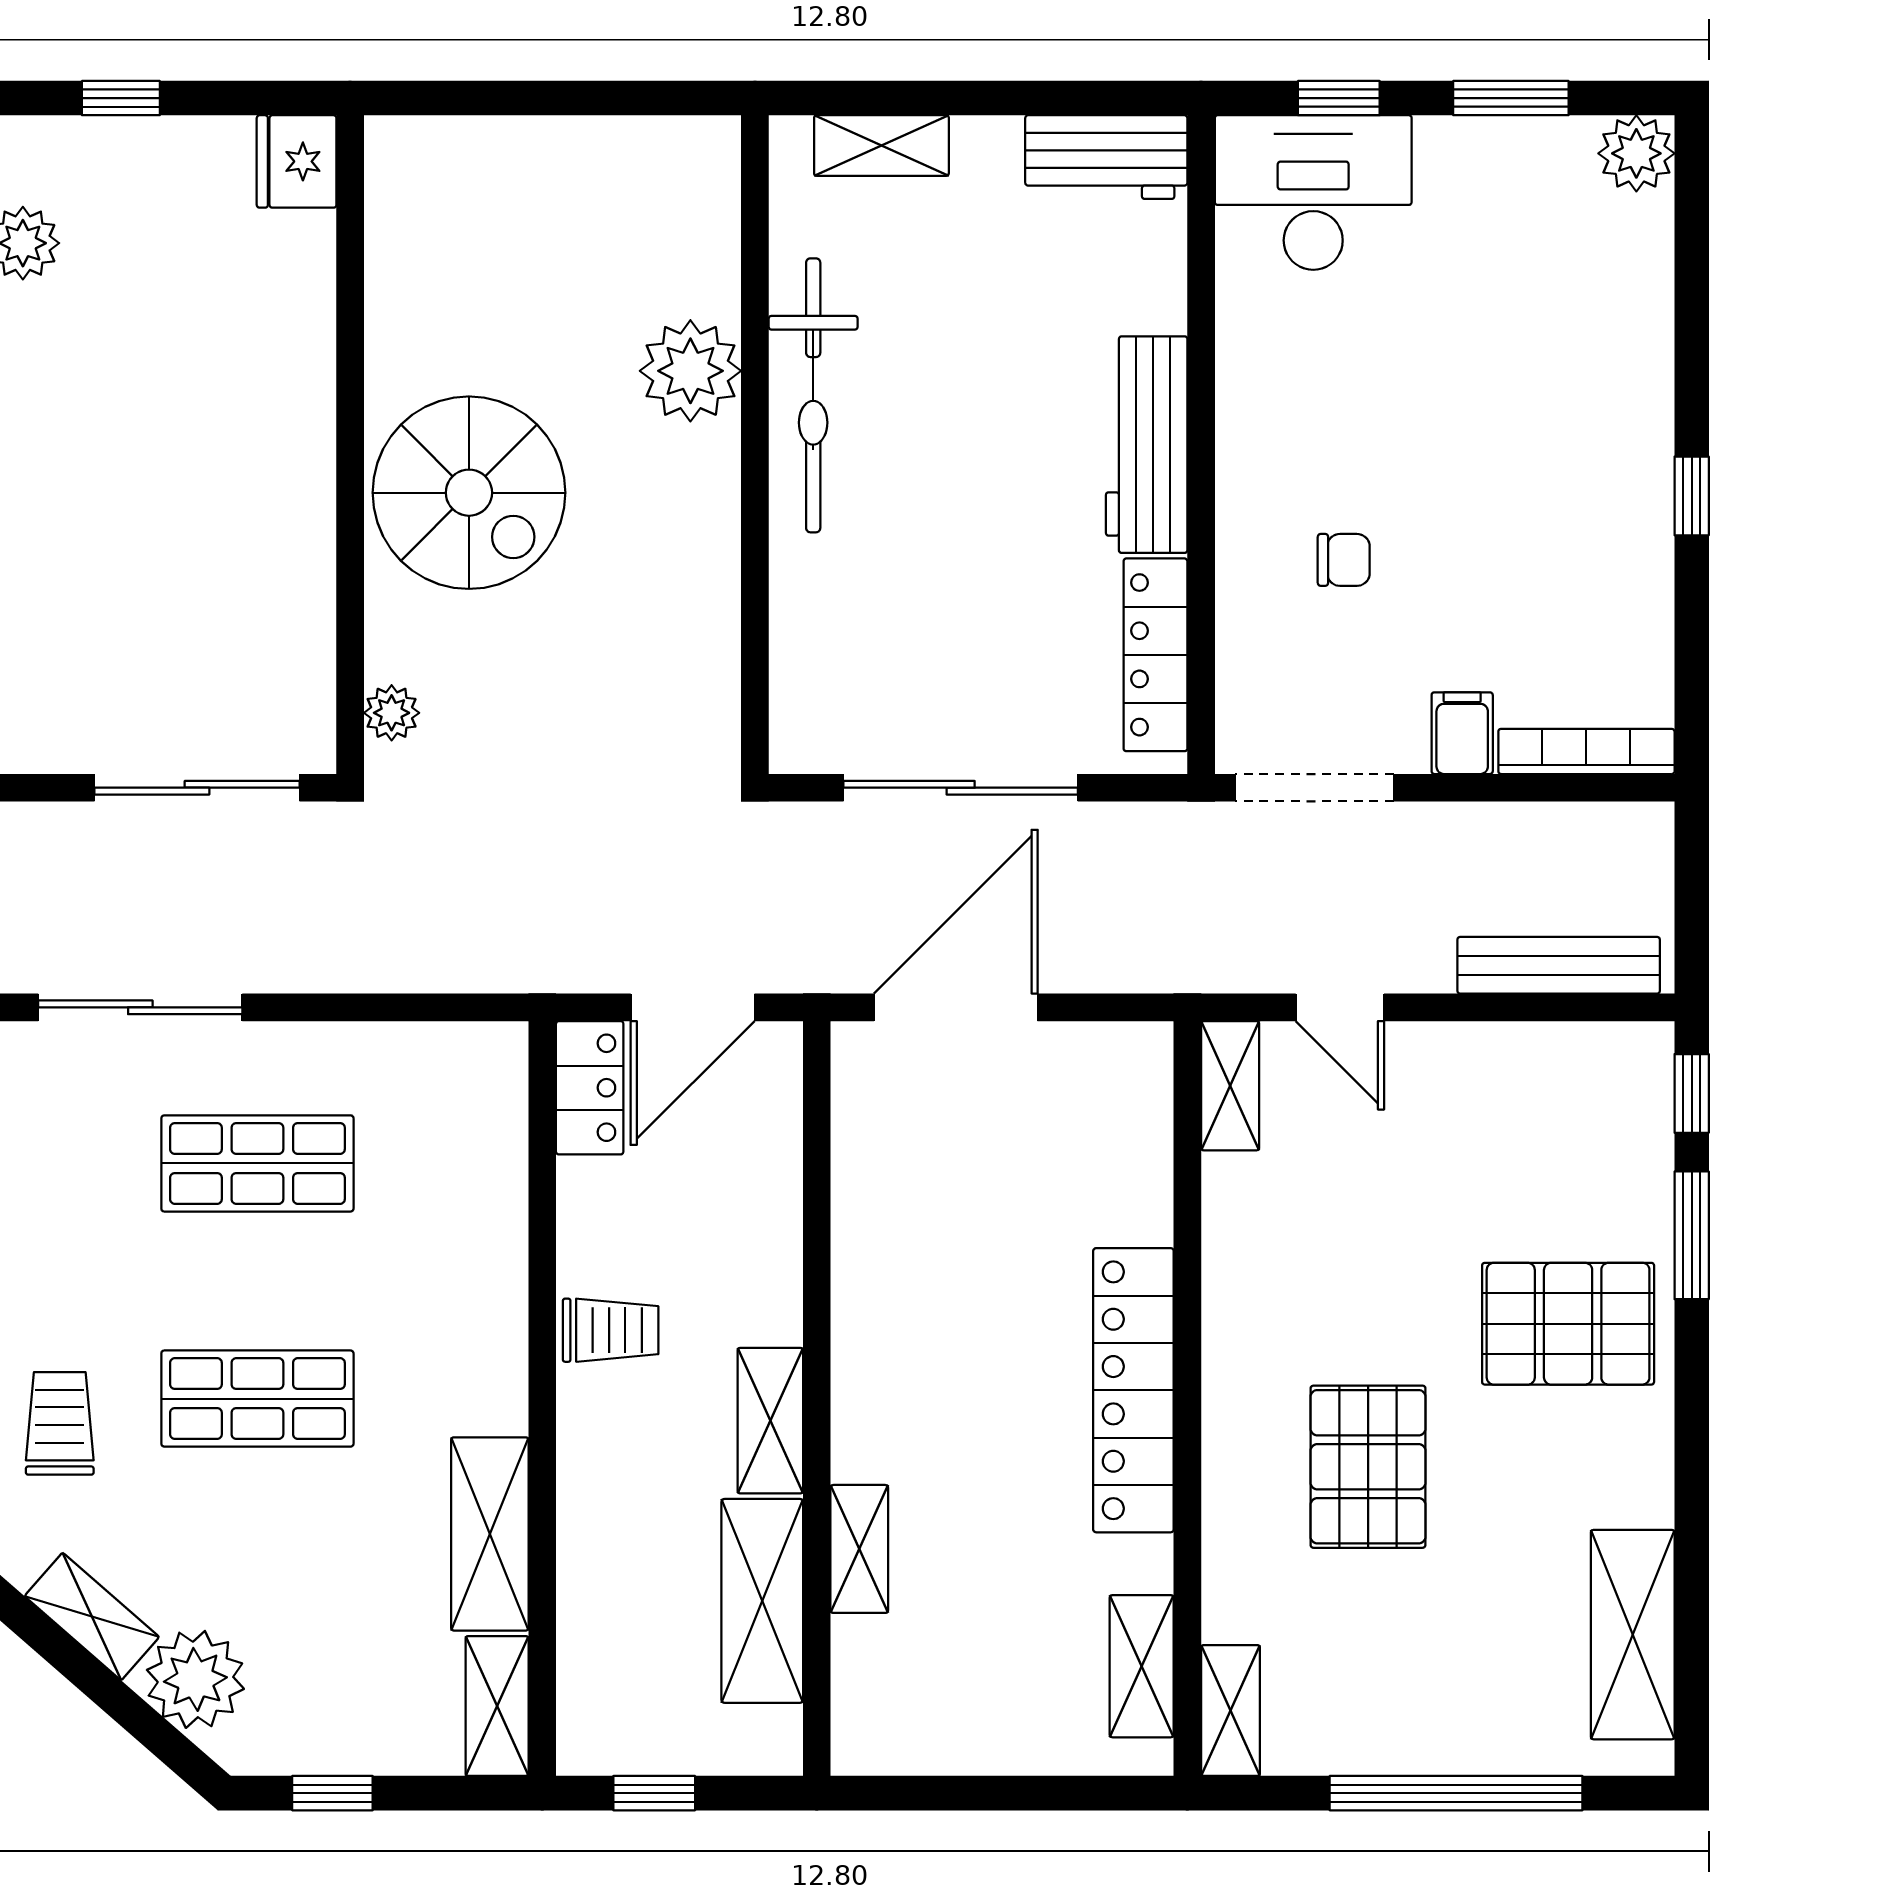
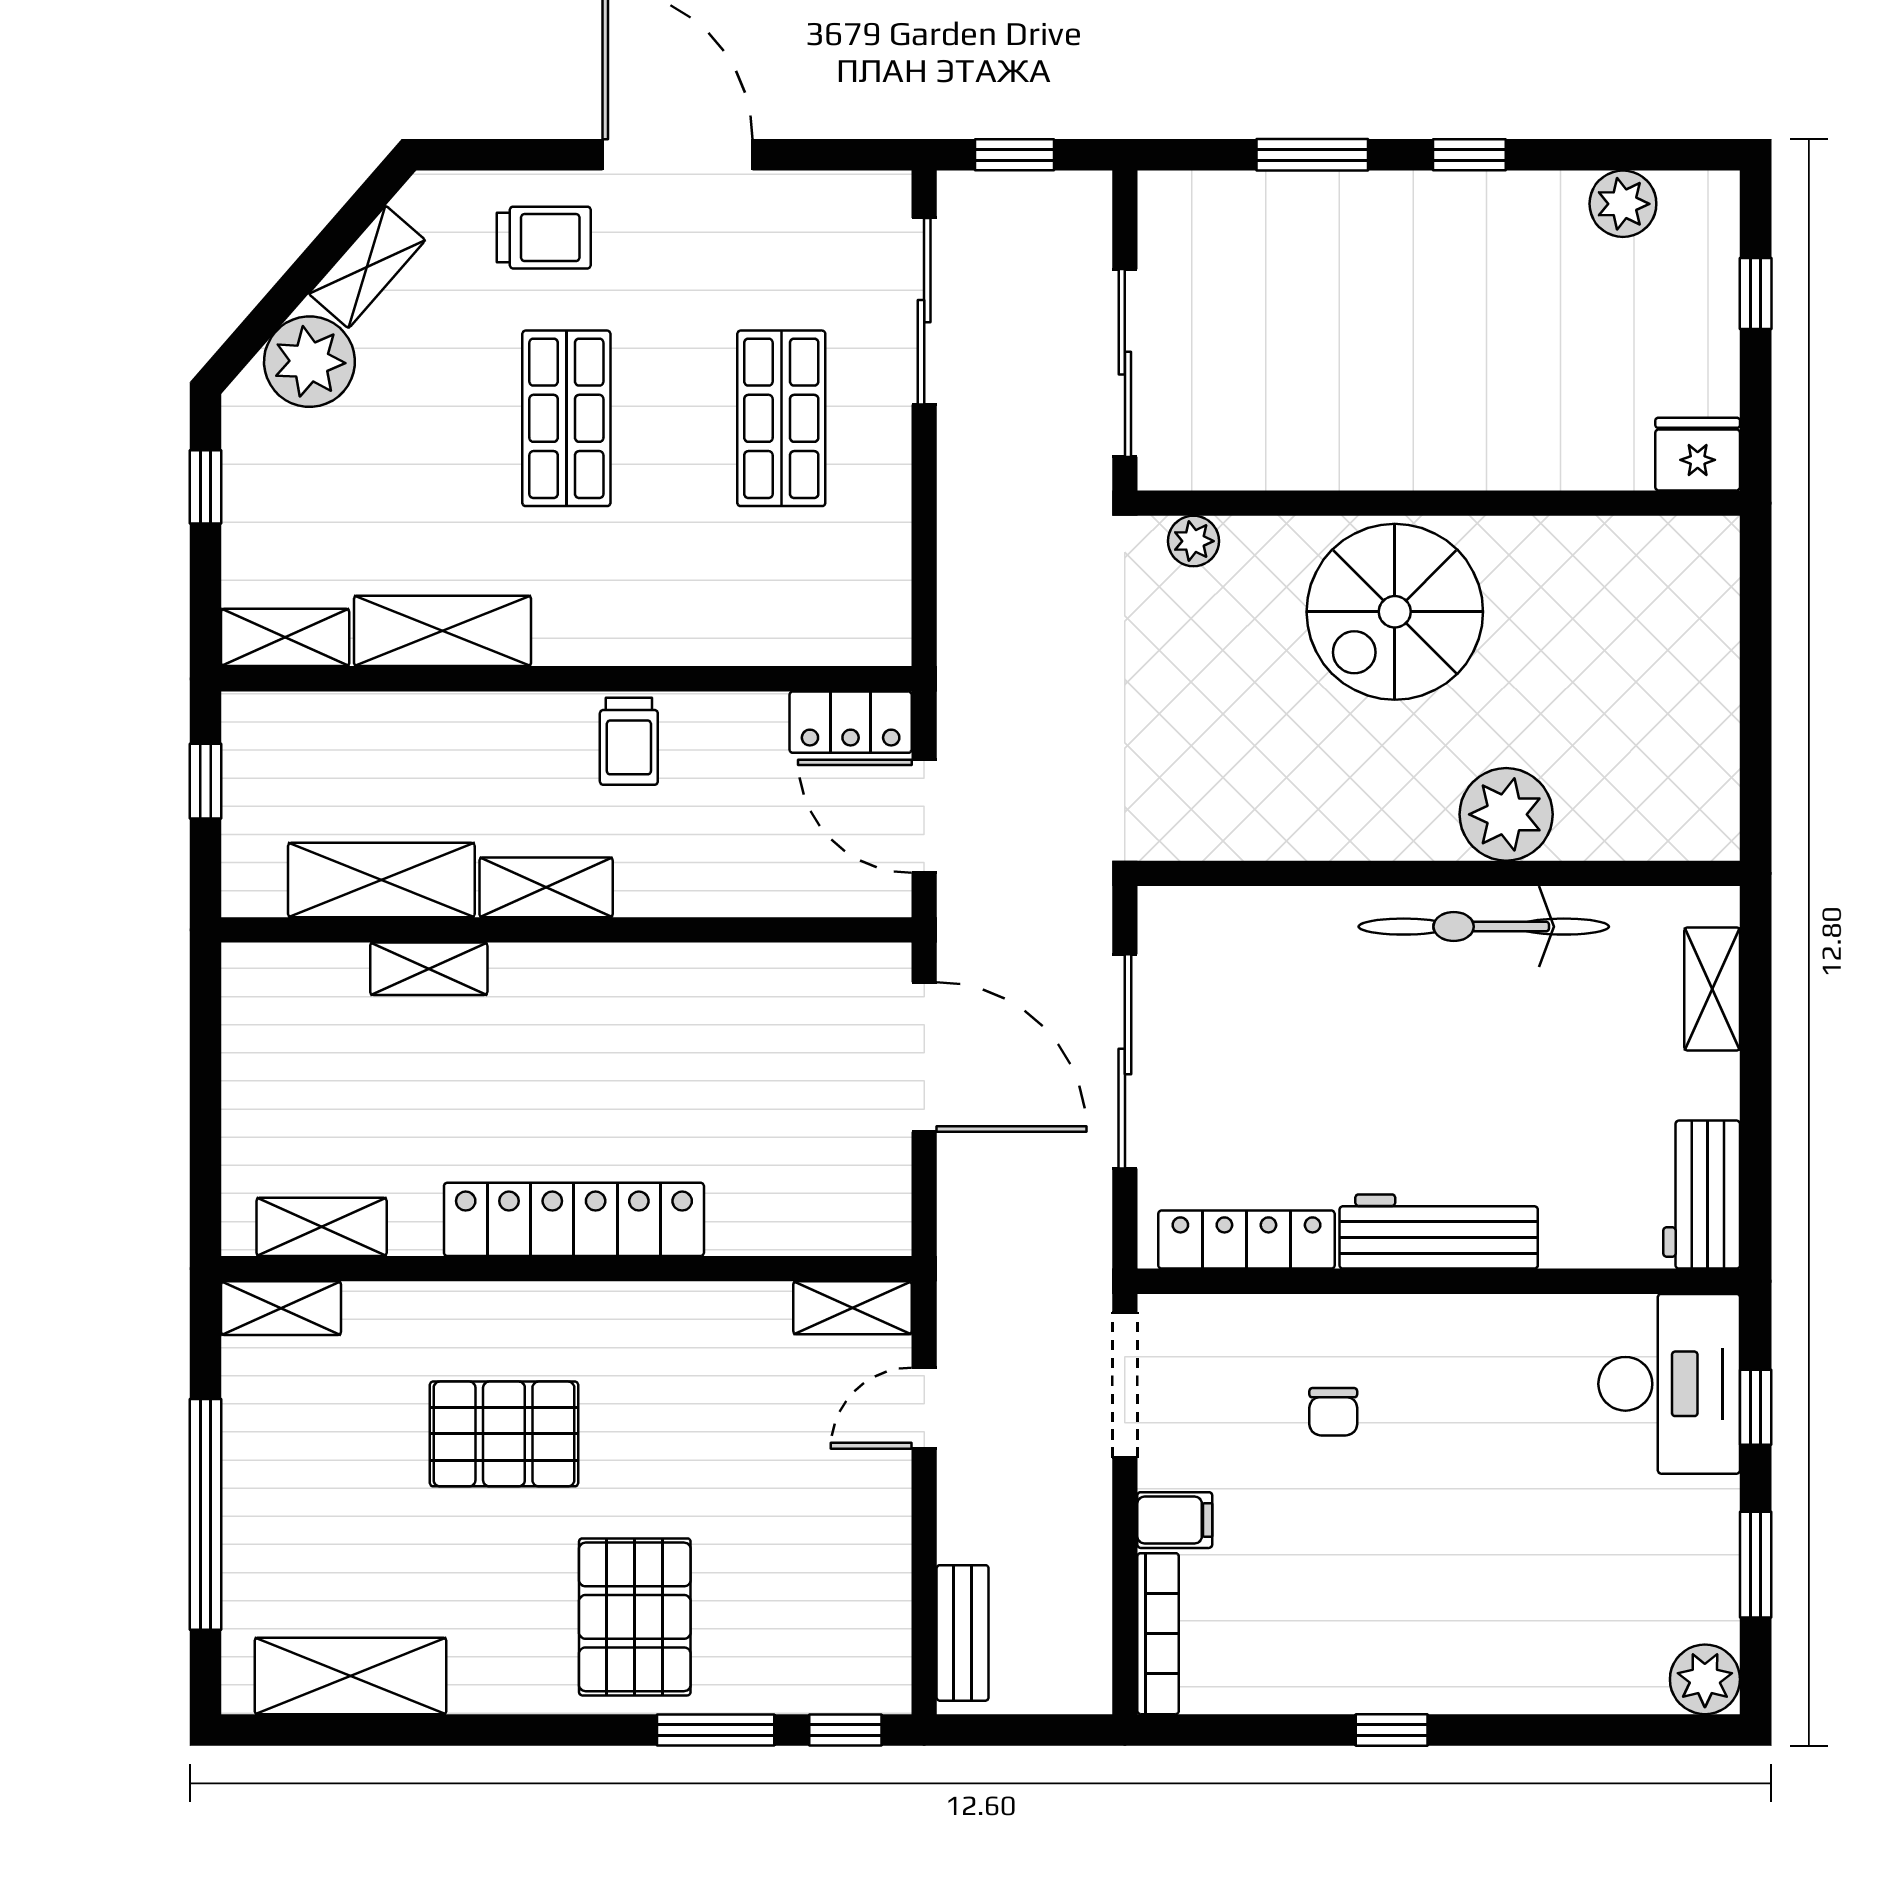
bench: (1559, 965) -> (963, 1633), width x0.73

